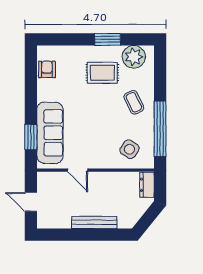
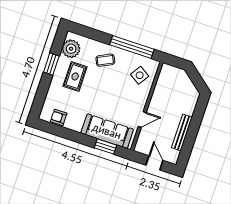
dresser: (147, 185) -> (171, 71), removed
door: (31, 202) -> (154, 163), swing flipped
bench: (94, 222) -> (182, 132), moved

